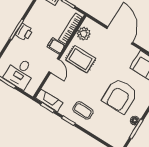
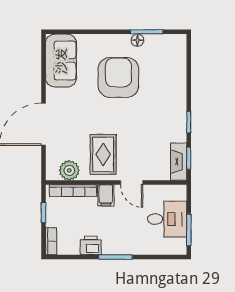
printer: (24, 32) -> (91, 245), moved
door: (54, 66) -> (132, 183), swing flipped
armchair: (120, 96) -> (118, 77), turned -90
coffee table: (83, 110) -> (165, 112), removed

